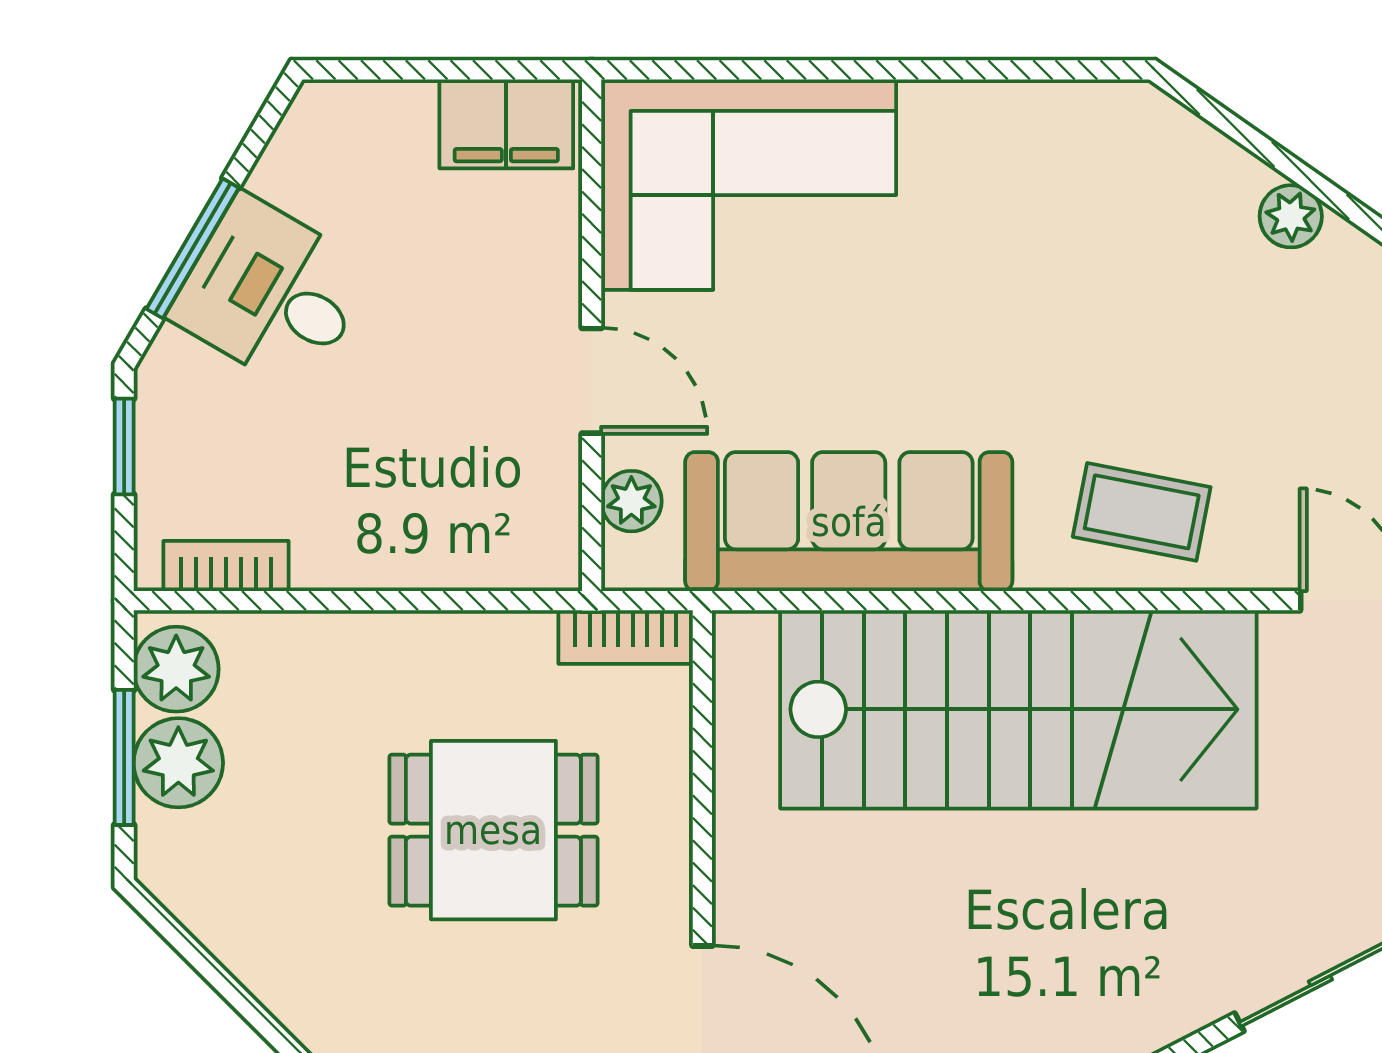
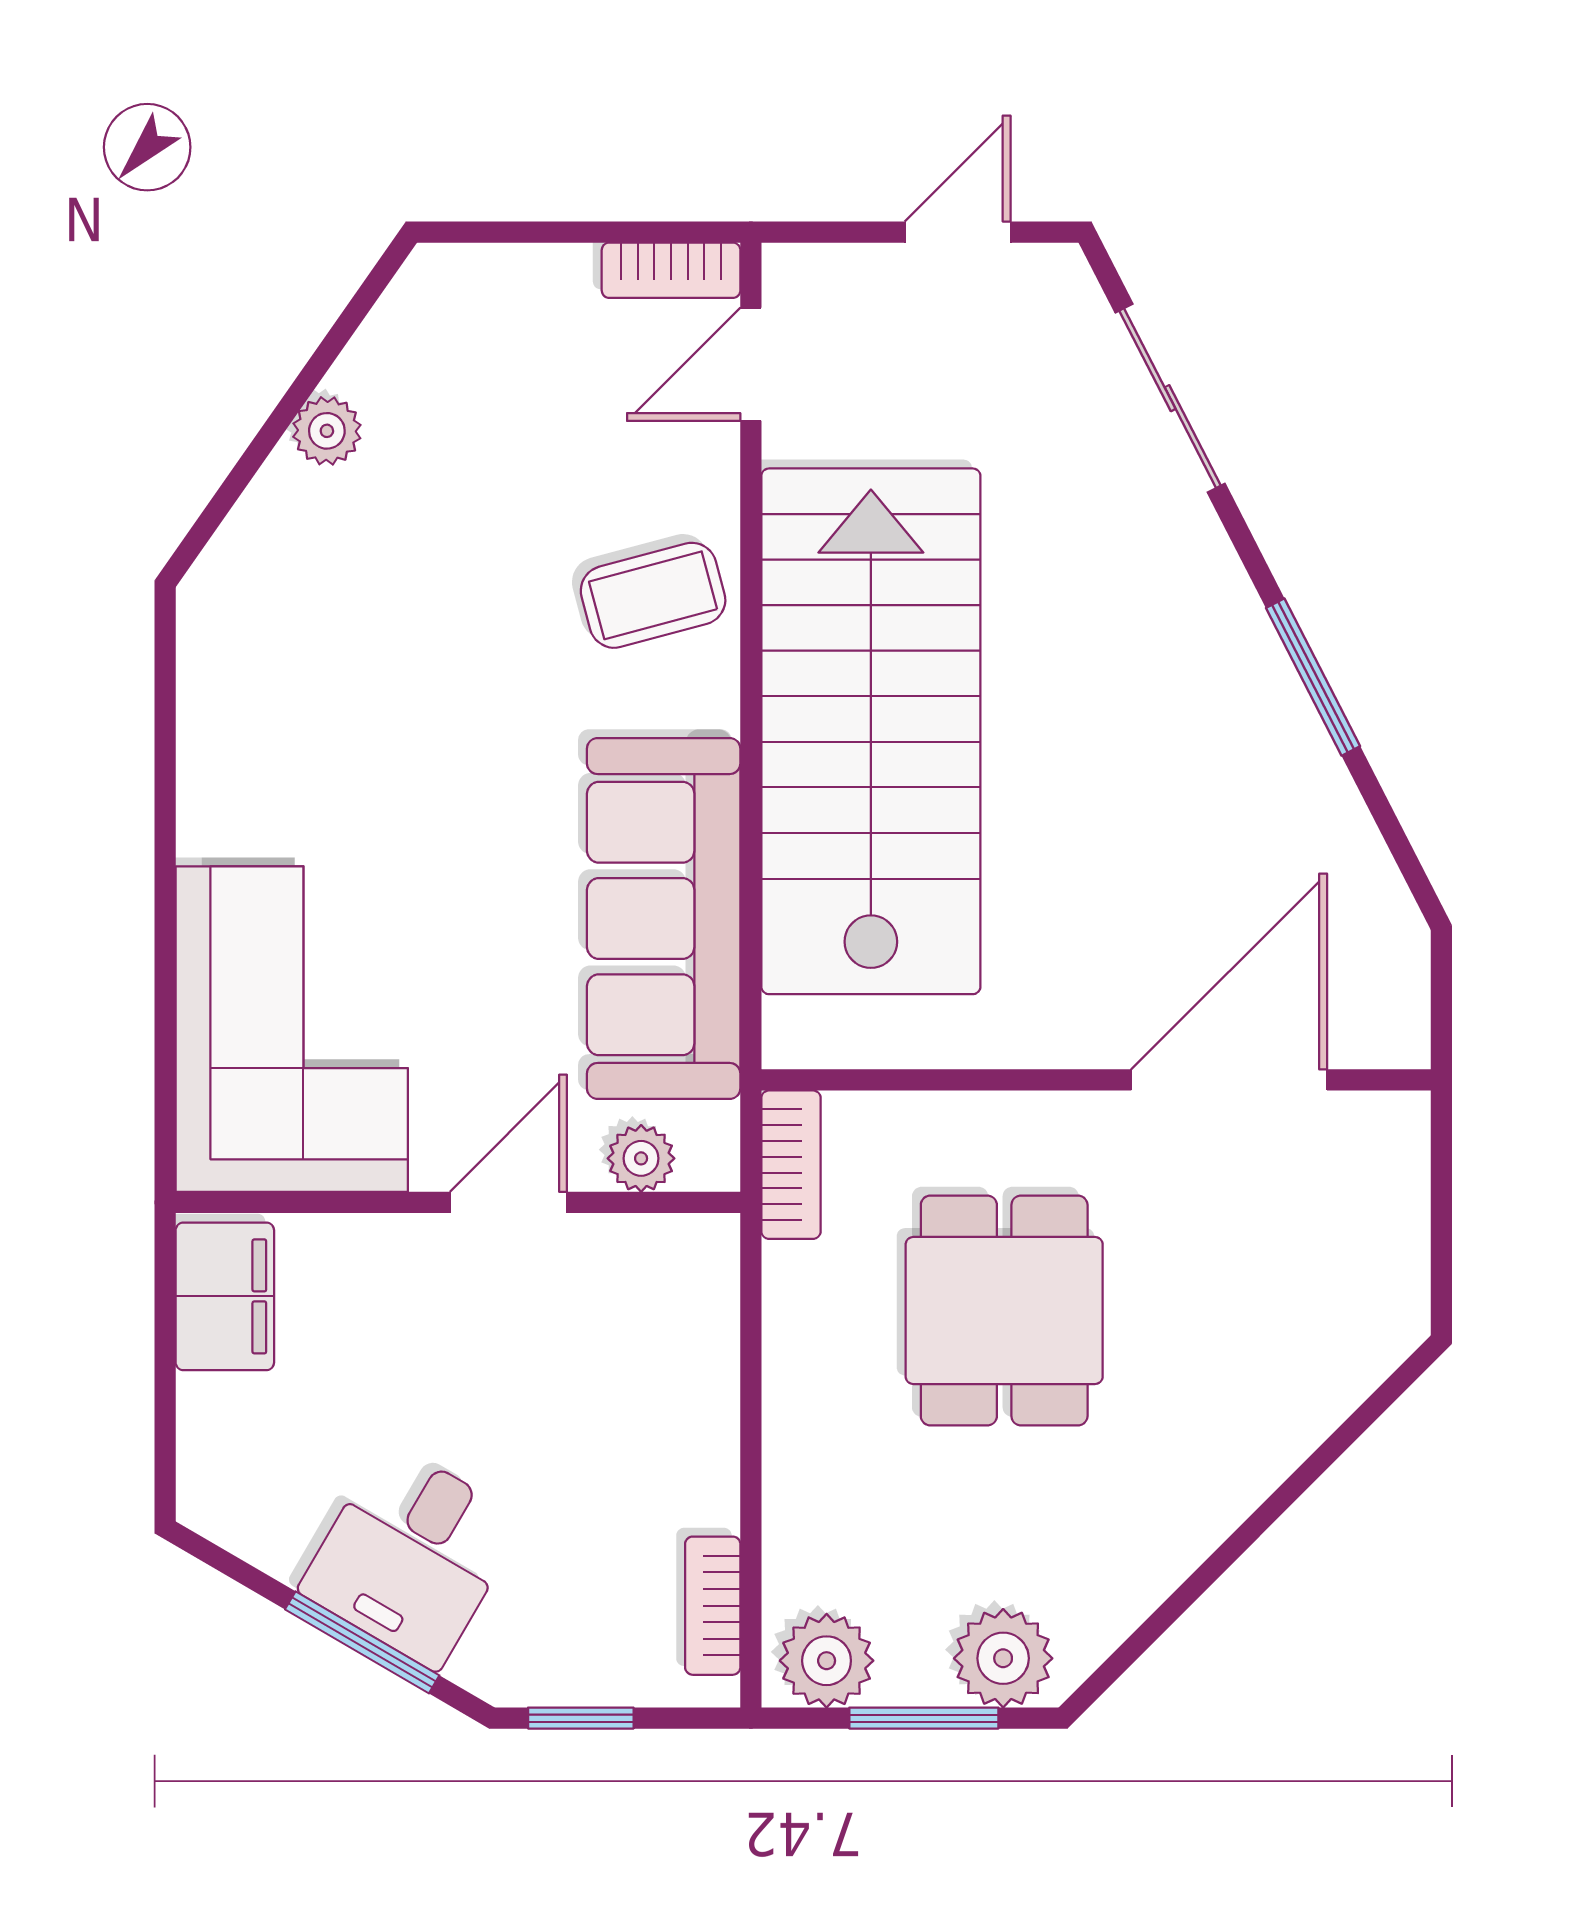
coffee table: (1142, 512) -> (653, 595), turned 64
plant: (178, 763) -> (1003, 1658), moved

